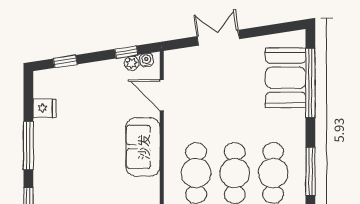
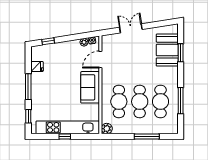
window: (126, 52) -> (81, 36), removed
window: (310, 83) -> (181, 53), width x0.47
door: (162, 95) -> (100, 59), hinge flipped

